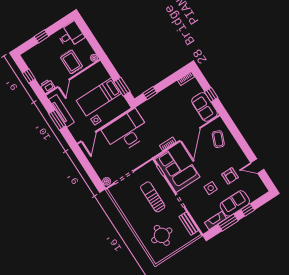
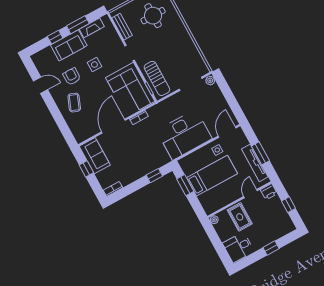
coffee table: (218, 139) -> (74, 103), moved
sun lounger: (153, 197) -> (157, 78), moved

